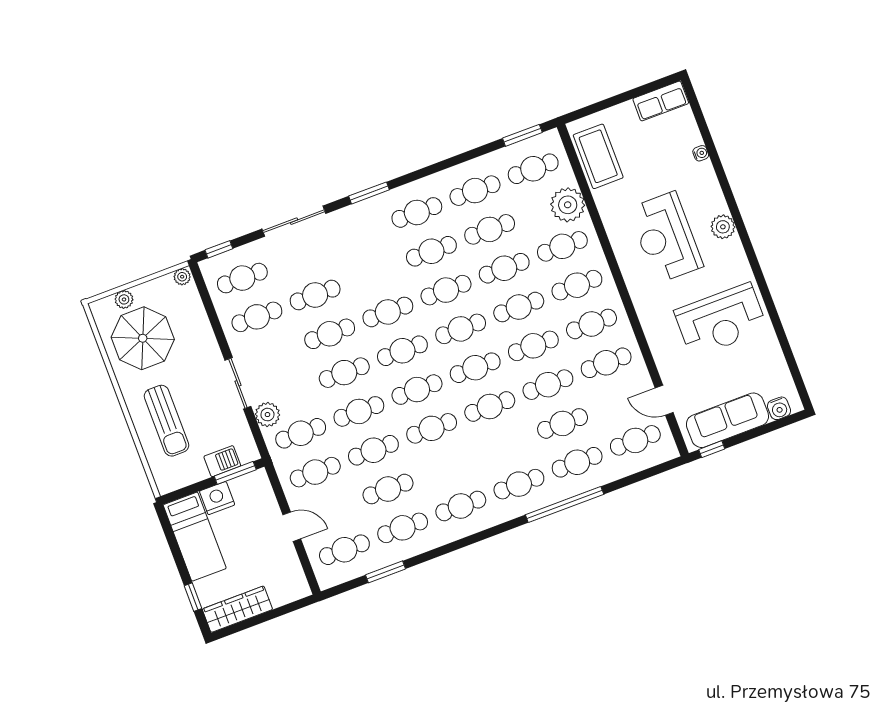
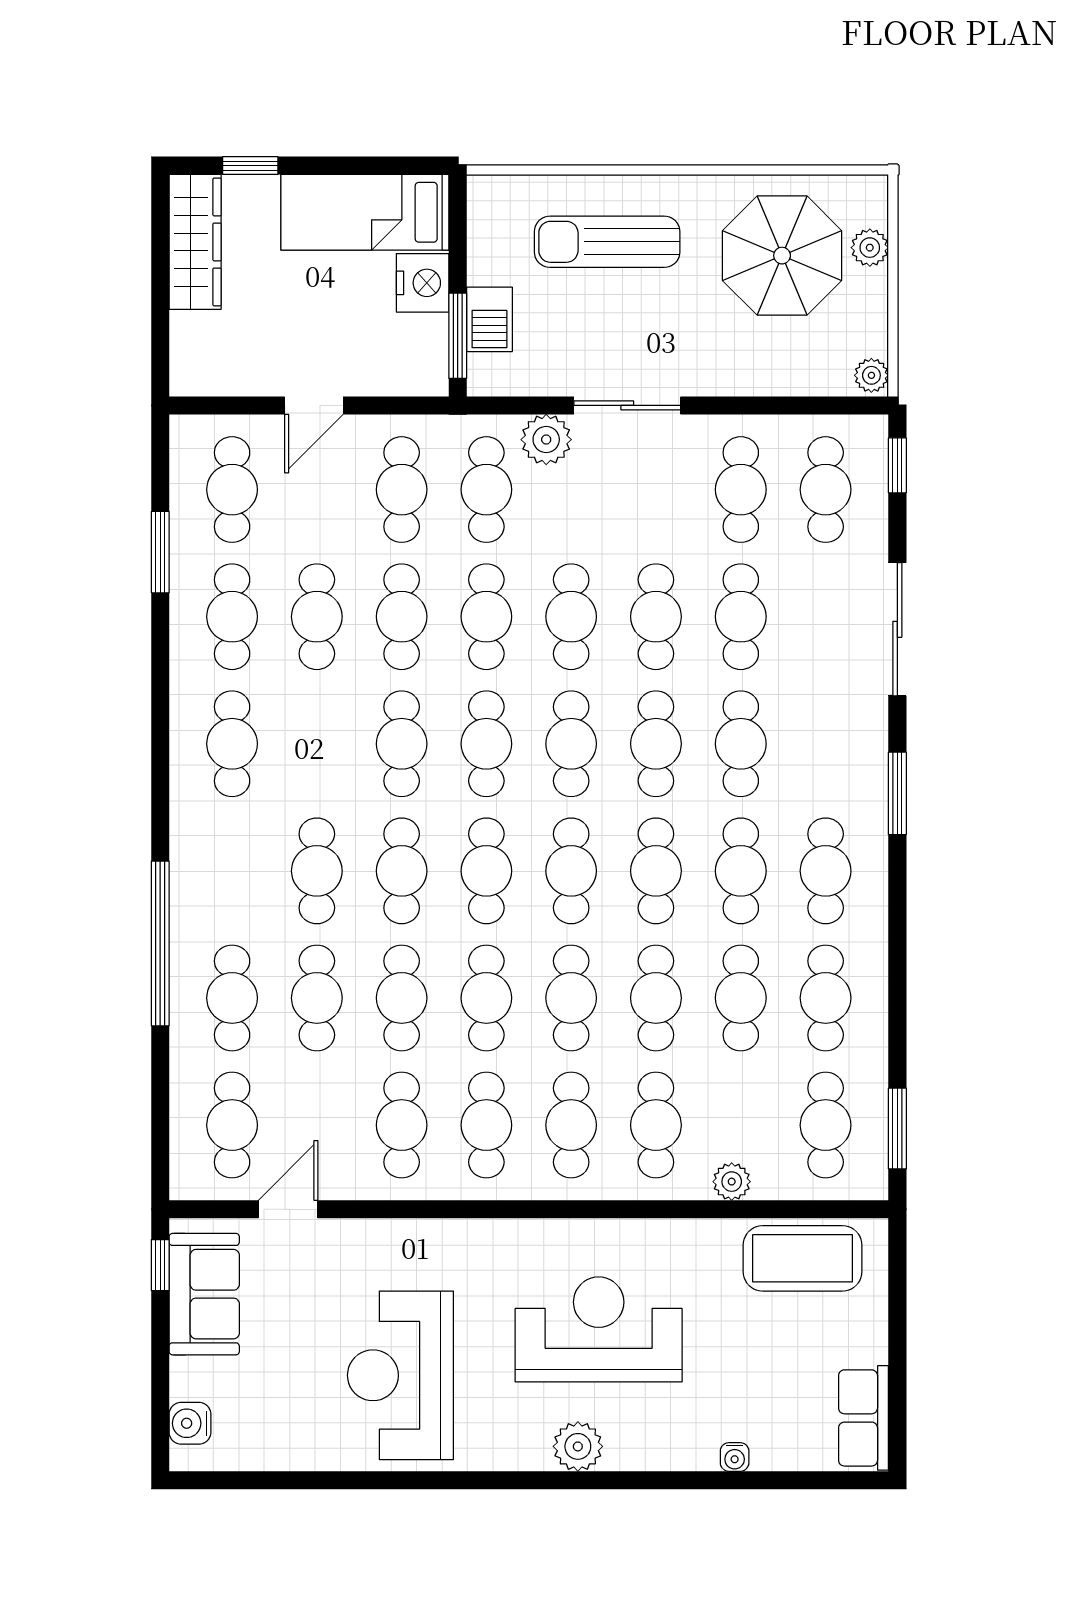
plant: (568, 205) -> (732, 1182), width x0.53, depth x0.53
cafe table: (373, 273) -> (741, 744), added
sofa: (727, 420) -> (204, 1294), width x0.73
cafe table: (519, 484) -> (317, 871), moved

